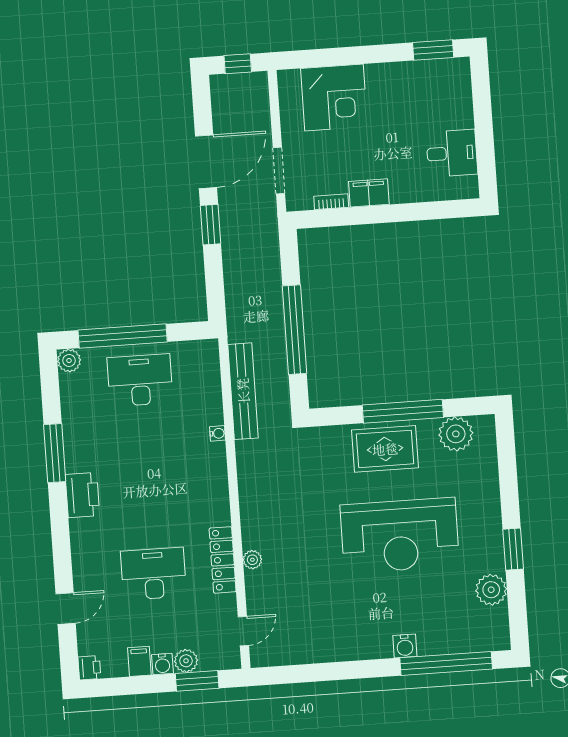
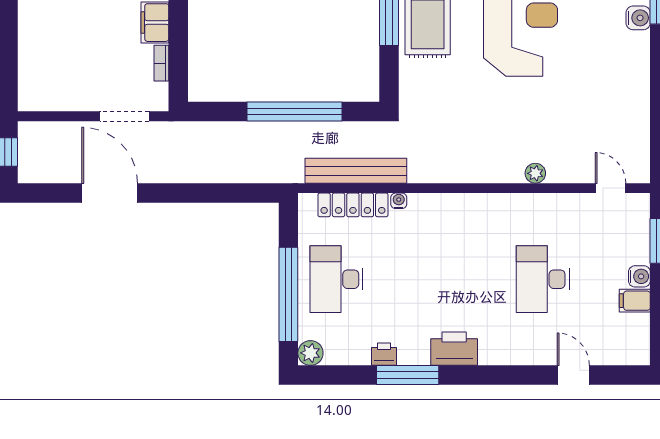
corner desk: (334, 97) -> (51, 52), removed
window: (210, 225) -> (177, 193), removed
locker: (223, 560) -> (353, 205), moved
plant: (186, 661) -> (638, 251), removed
printer: (89, 668) -> (384, 354), moved

